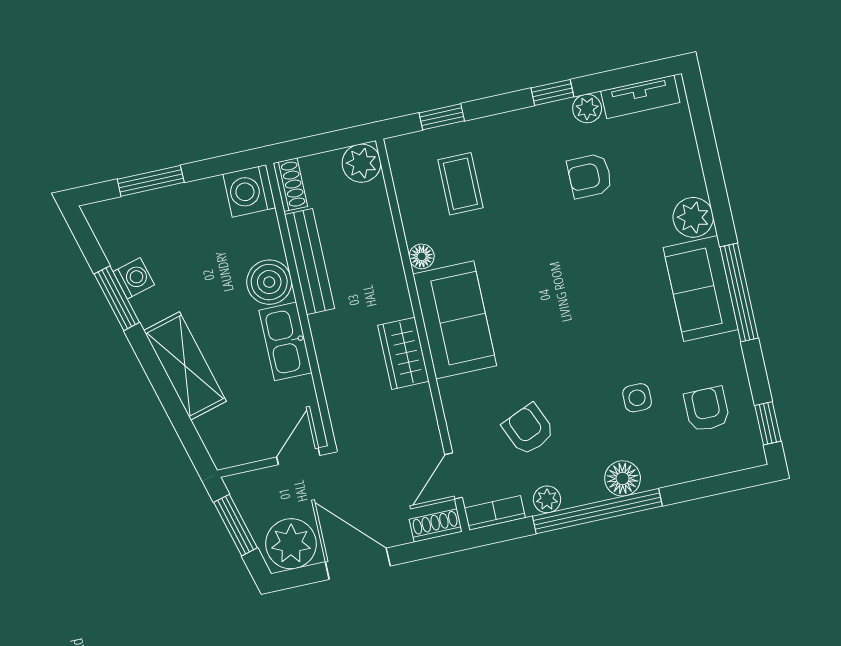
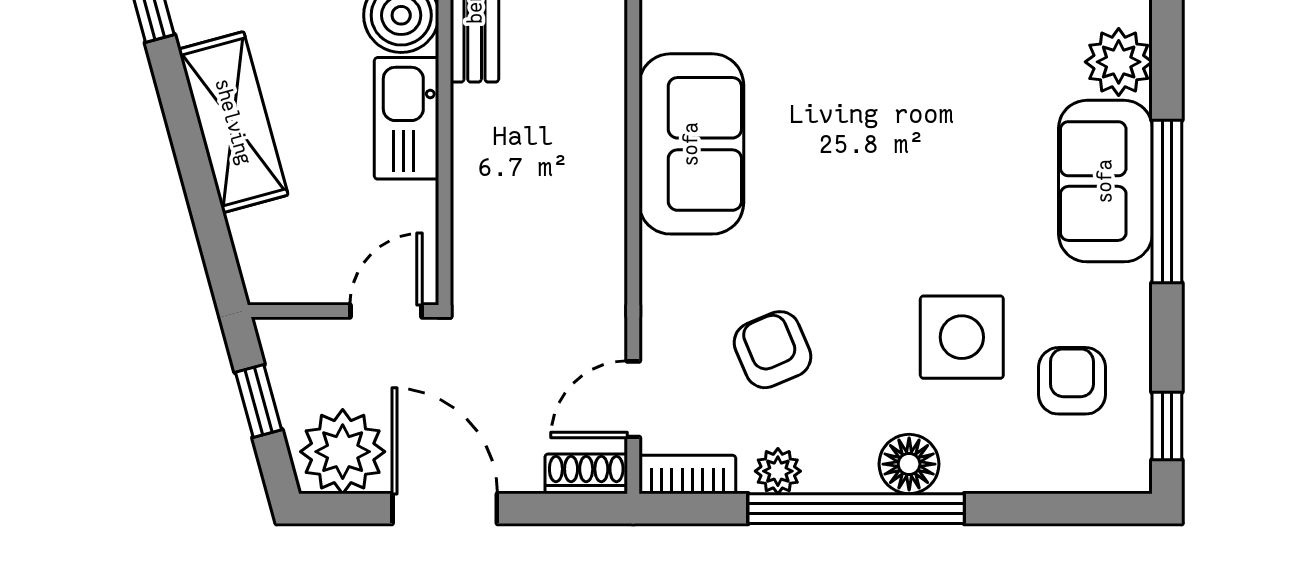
floor lamp: (422, 256) -> (660, 28), removed
wardrobe: (403, 353) -> (595, 180), removed
side table: (637, 398) -> (962, 337), width x1.87, depth x1.87
window: (236, 525) -> (259, 401), width x0.67

